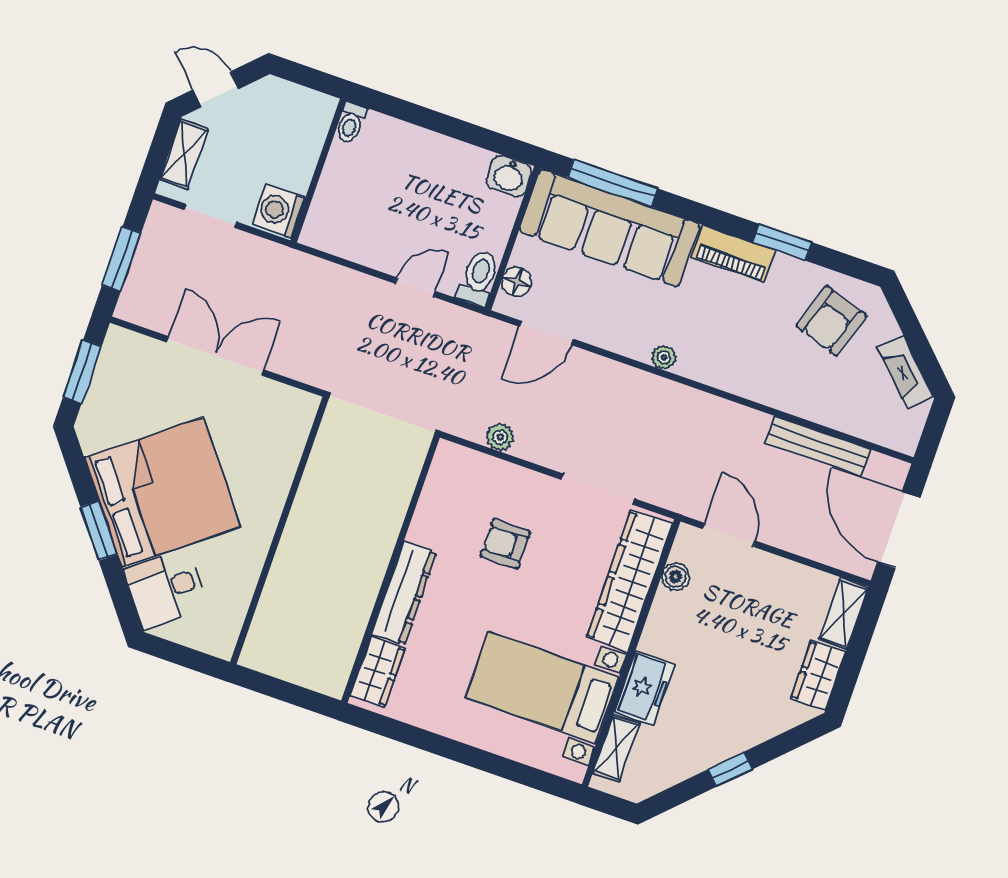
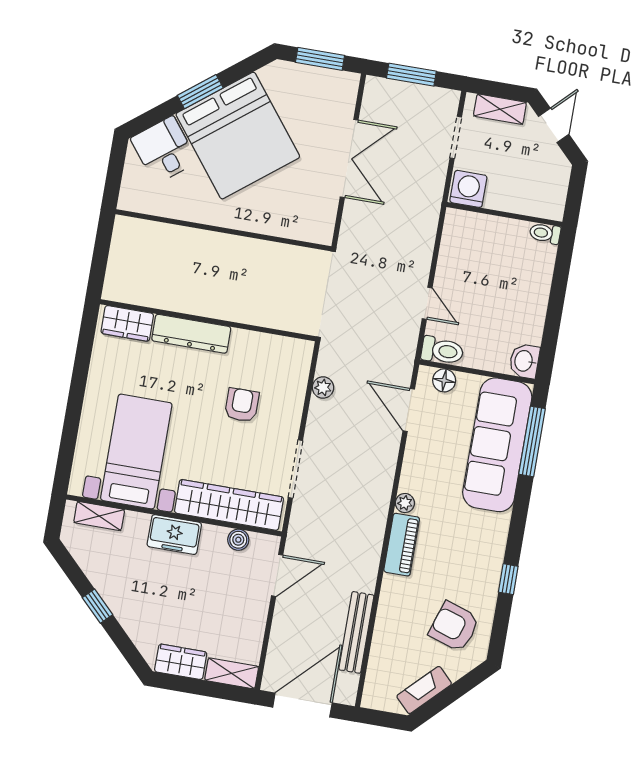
window: (782, 242) -> (508, 579), width x0.67
piano: (734, 254) -> (402, 545), moved, turned 180
freezer: (645, 688) -> (174, 535), moved

